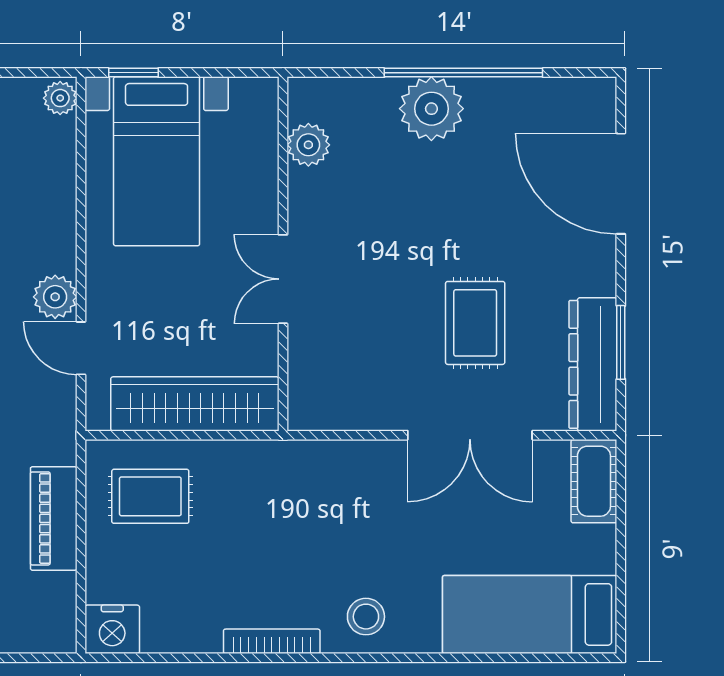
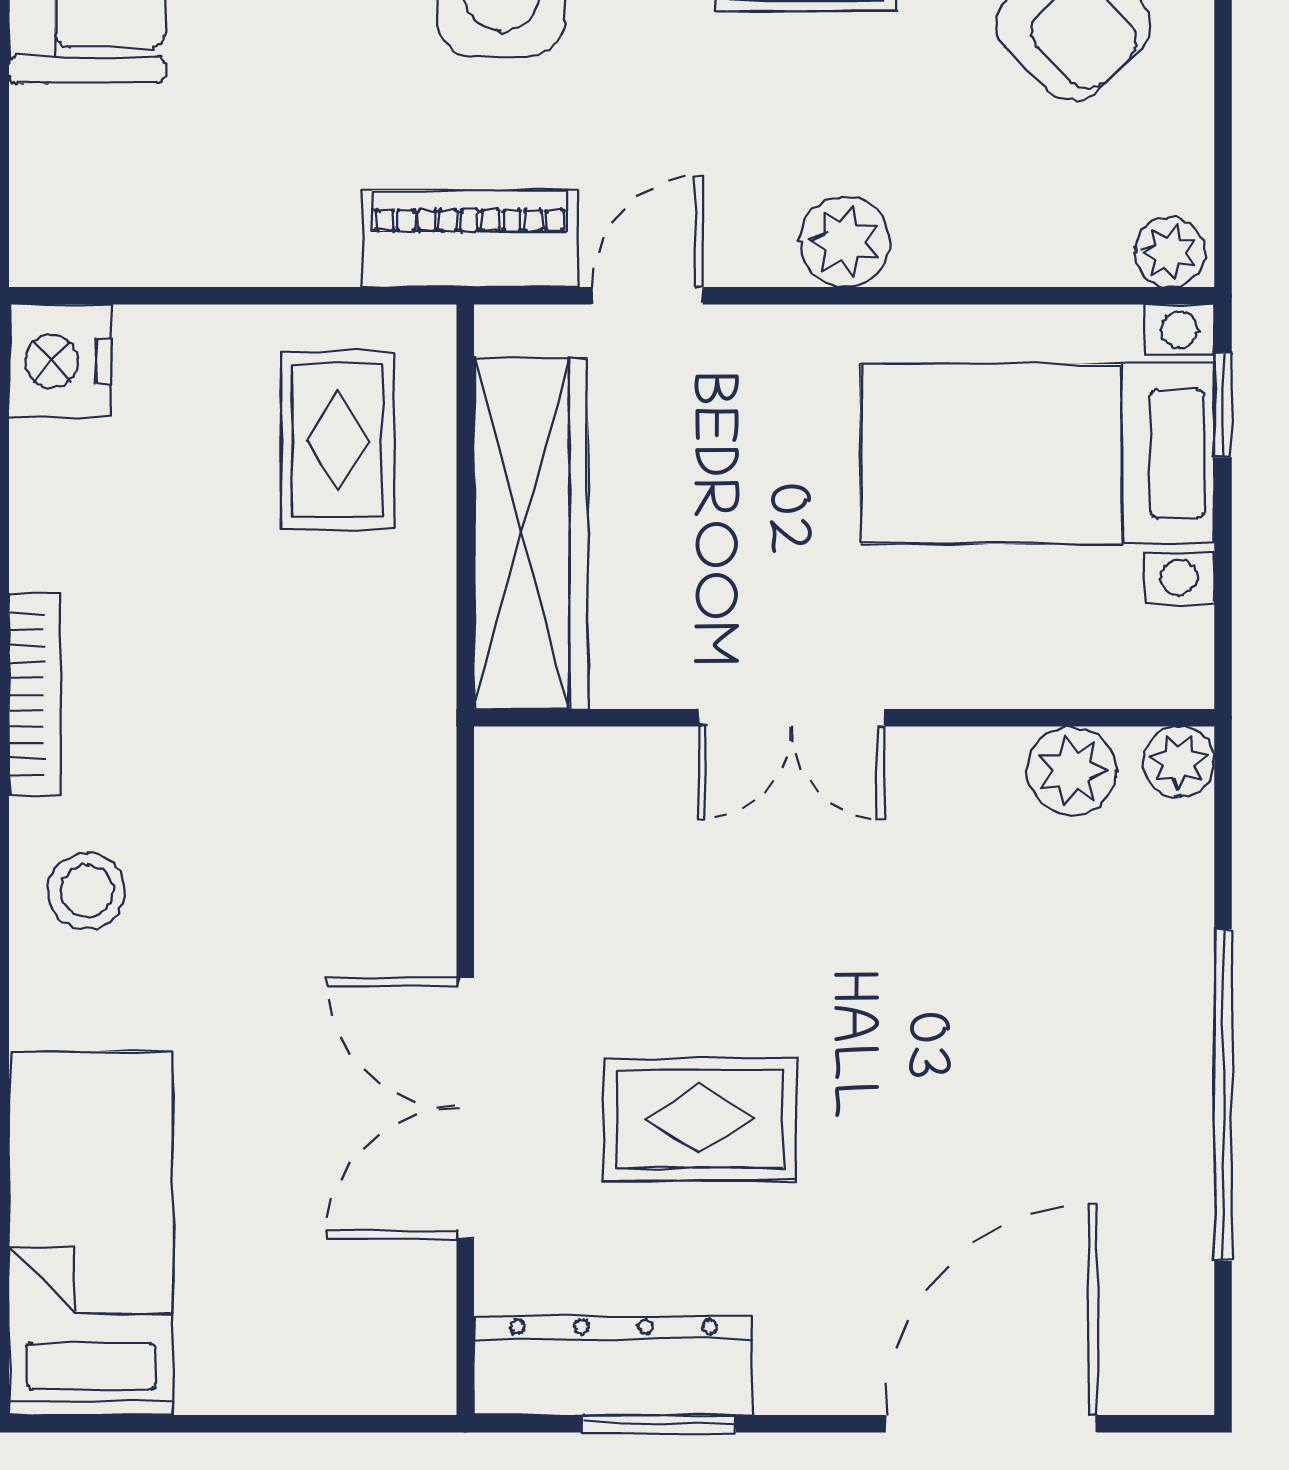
plant: (431, 109) -> (1179, 762), moved, width x0.53, depth x0.53
double door: (283, 279) -> (792, 718), swing flipped
plant: (55, 297) -> (845, 242), moved
cot: (594, 481) -> (369, 1368), removed
piano: (54, 518) -> (470, 239), moved

